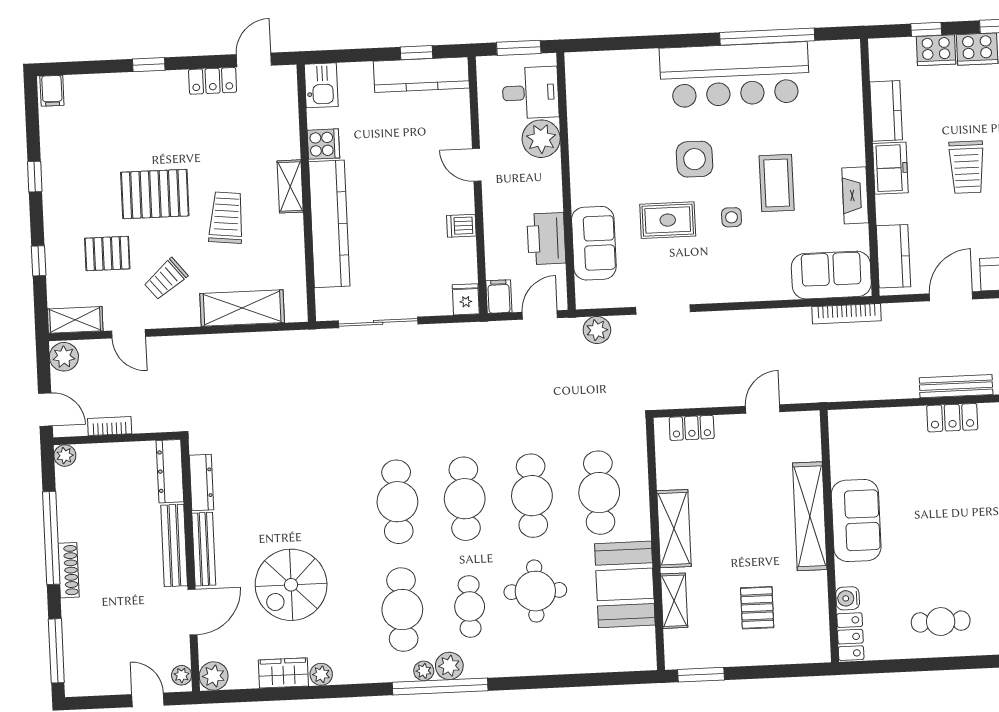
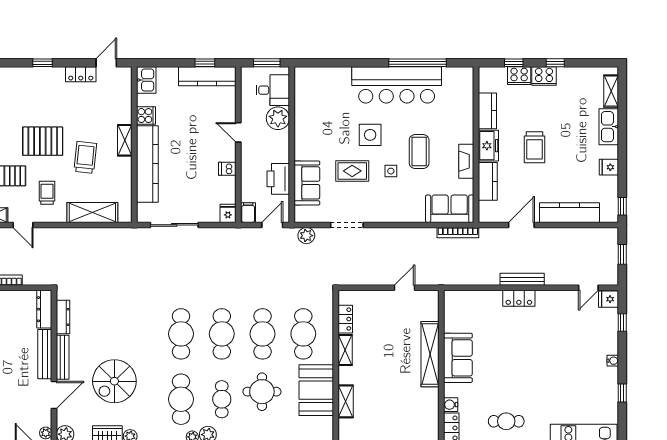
kitchen counter: (893, 256) -> (488, 181), moved
trolley: (166, 279) -> (47, 193), turned 129
locker: (692, 428) -> (345, 319), moved, turned -90
shelving: (674, 529) -> (345, 350), width x0.67, depth x0.75
pallet: (757, 608) -> (396, 408), removed

